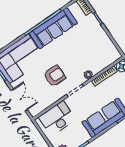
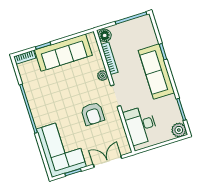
sofa: (53, 28) -> (63, 53), moved, turned 90
armchair: (55, 76) -> (93, 114), turned 180

